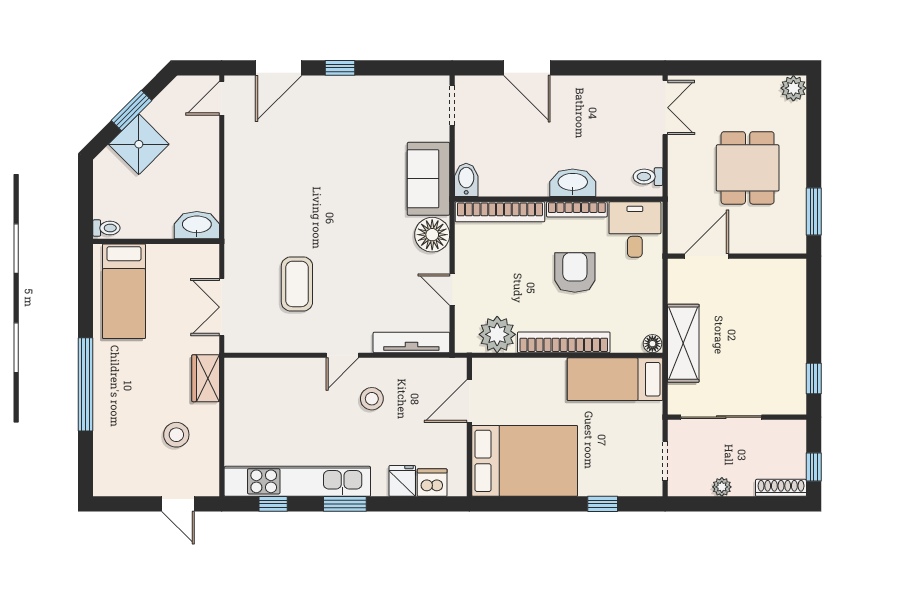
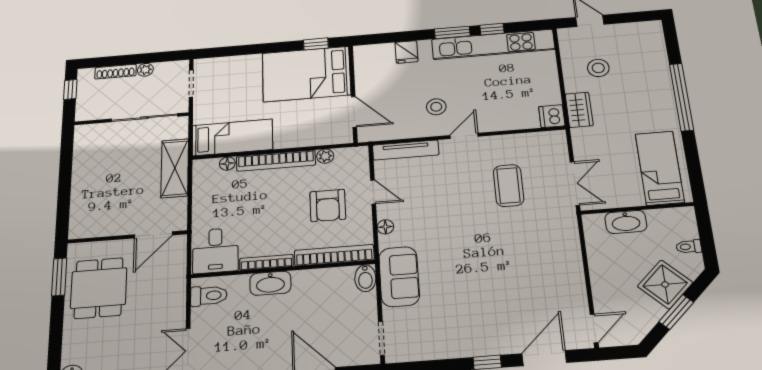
dining table: (748, 168) -> (99, 288), moved
toilet: (648, 177) -> (209, 296), width x1.37, depth x1.39
washbasin: (197, 225) -> (626, 222), moved
toilet: (106, 228) -> (689, 247), moved
floor lamp: (432, 235) -> (385, 227), width x0.53, depth x0.53
armchair: (575, 272) -> (328, 205), moved
double door: (222, 307) -> (575, 183), moved
plant: (497, 334) -> (325, 156), width x0.53, depth x0.53
floor lamp: (652, 344) -> (227, 164), moved
window: (814, 378) -> (67, 151), removed
door: (469, 401) -> (354, 112), hinge flipped
dishwasher: (432, 483) -> (552, 116), moved, turned 90
shoe rack: (781, 488) -> (116, 72), moved
window: (273, 504) -> (492, 29), moved
window: (603, 504) -> (316, 44), moved

